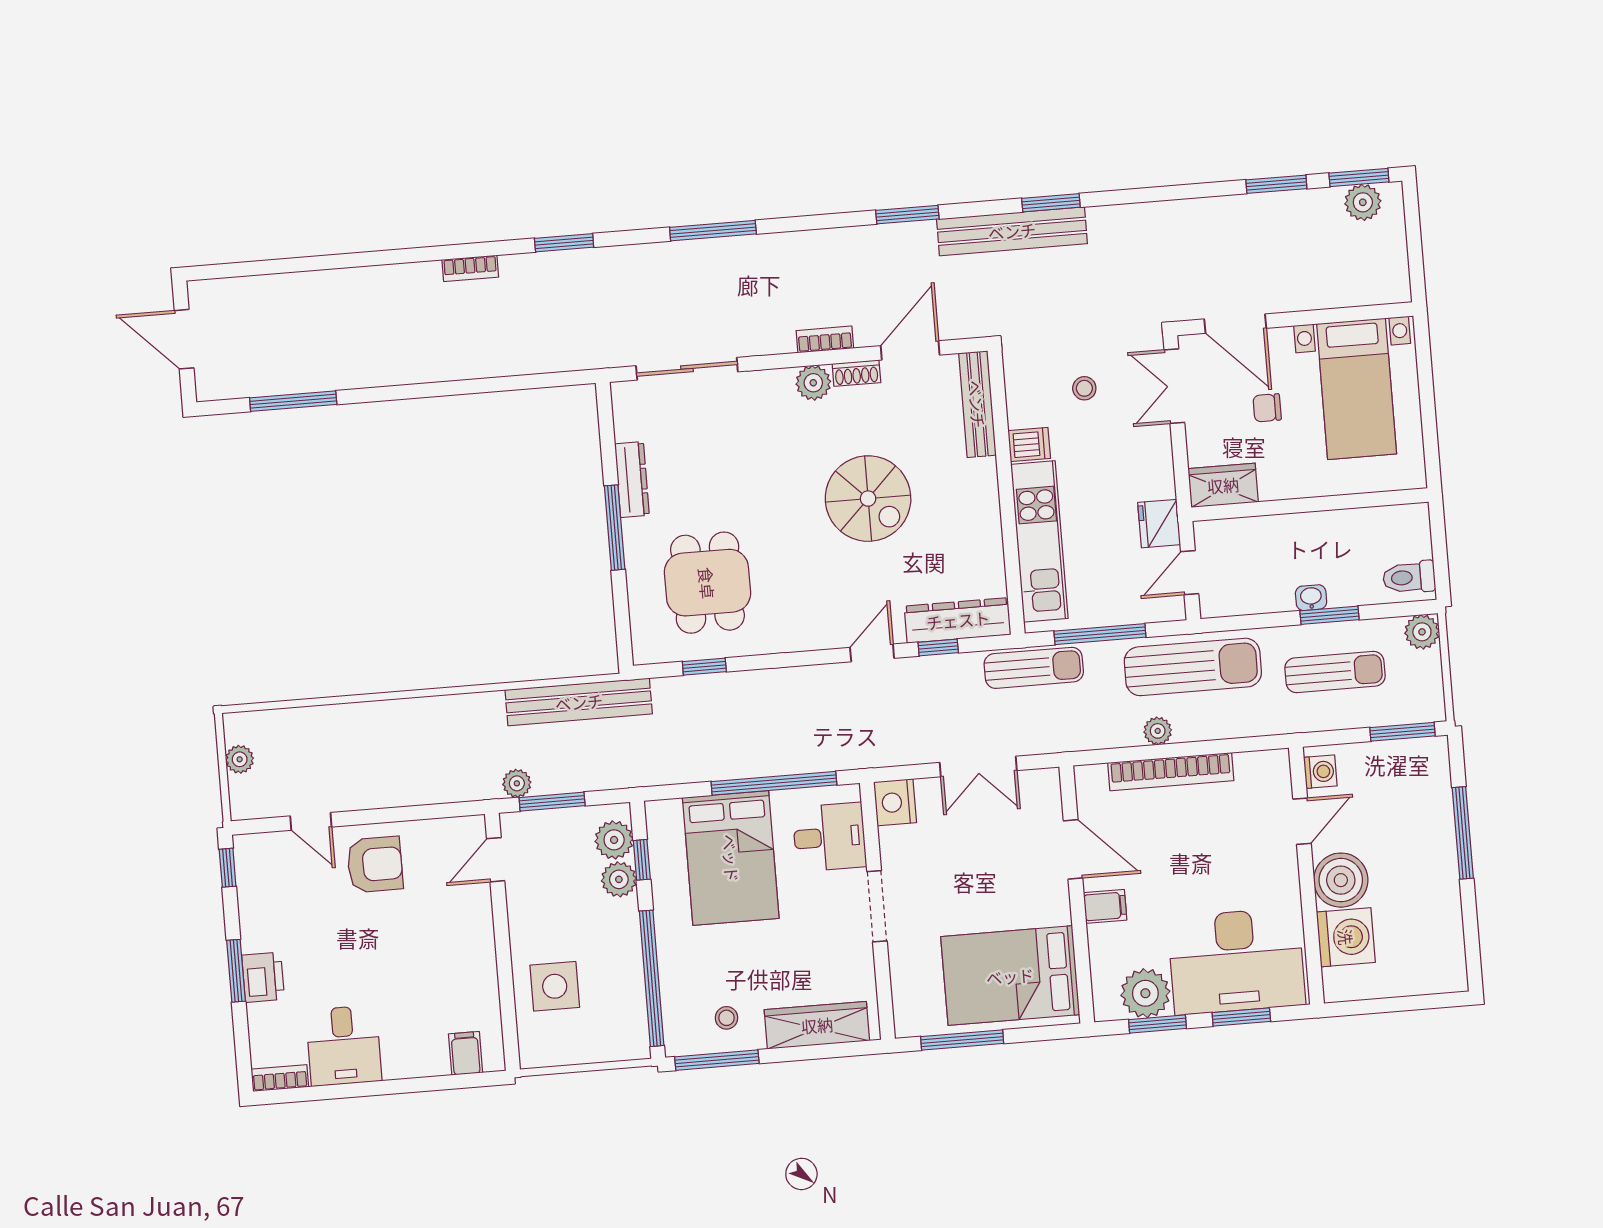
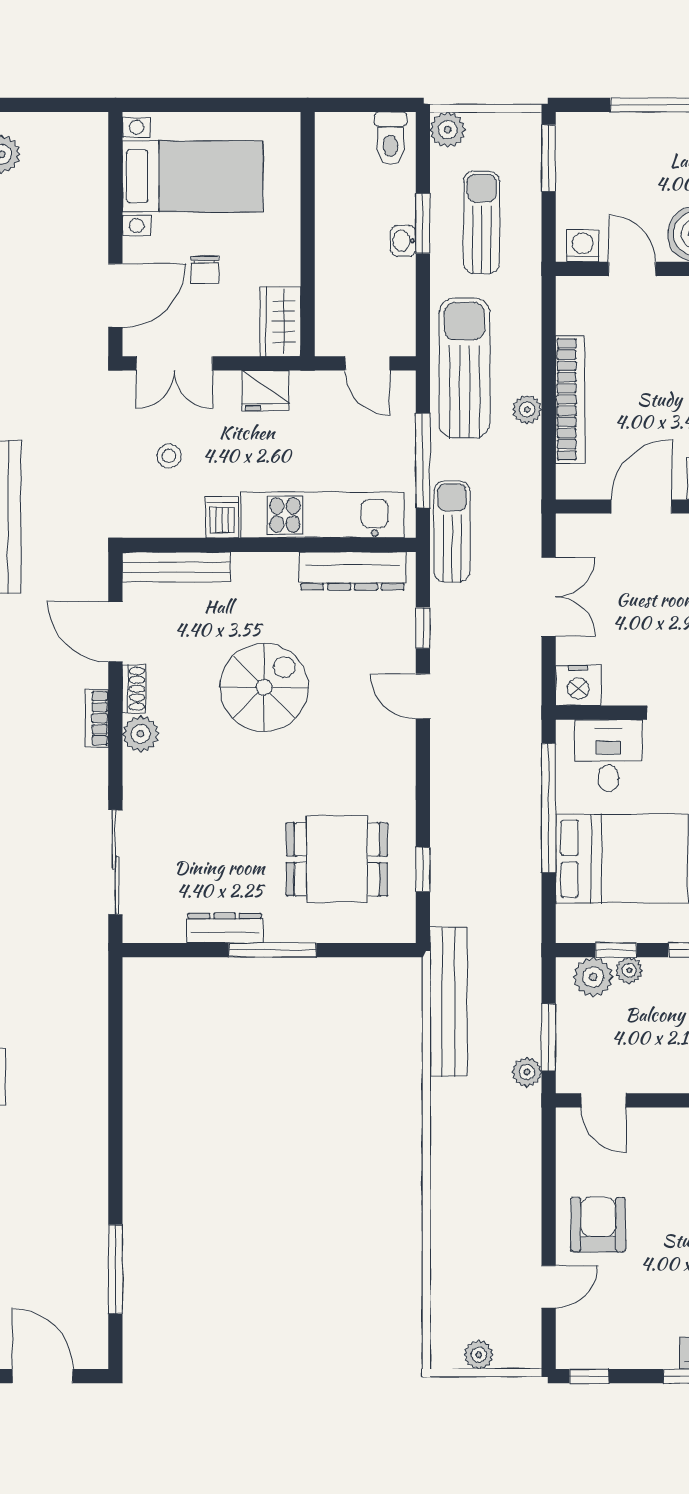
door: (184, 339) -> (43, 1376), swing flipped
fridge: (1159, 524) -> (265, 391), moved
dresser: (958, 620) -> (352, 571), moved, turned -90
plant: (619, 879) -> (629, 970), width x0.73, depth x0.73

